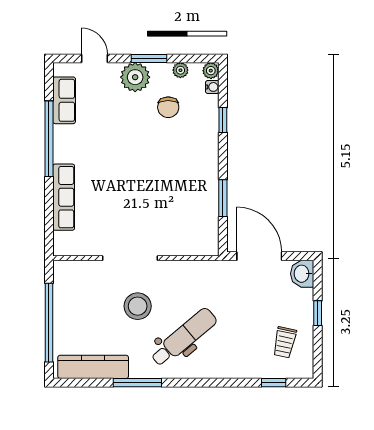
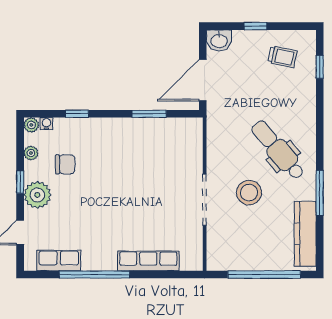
window: (149, 59) -> (20, 182), width x0.67

